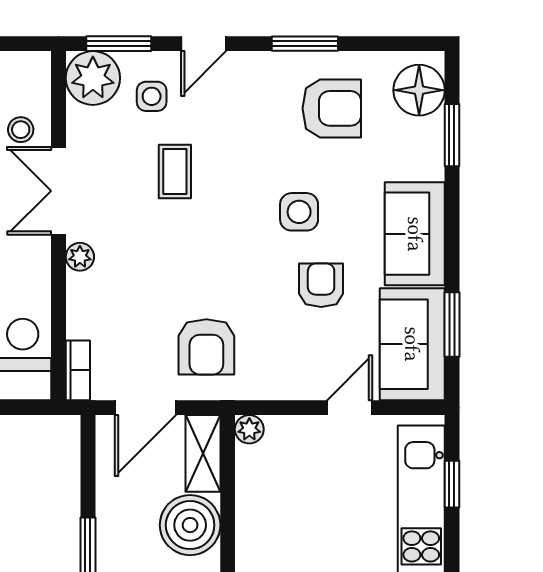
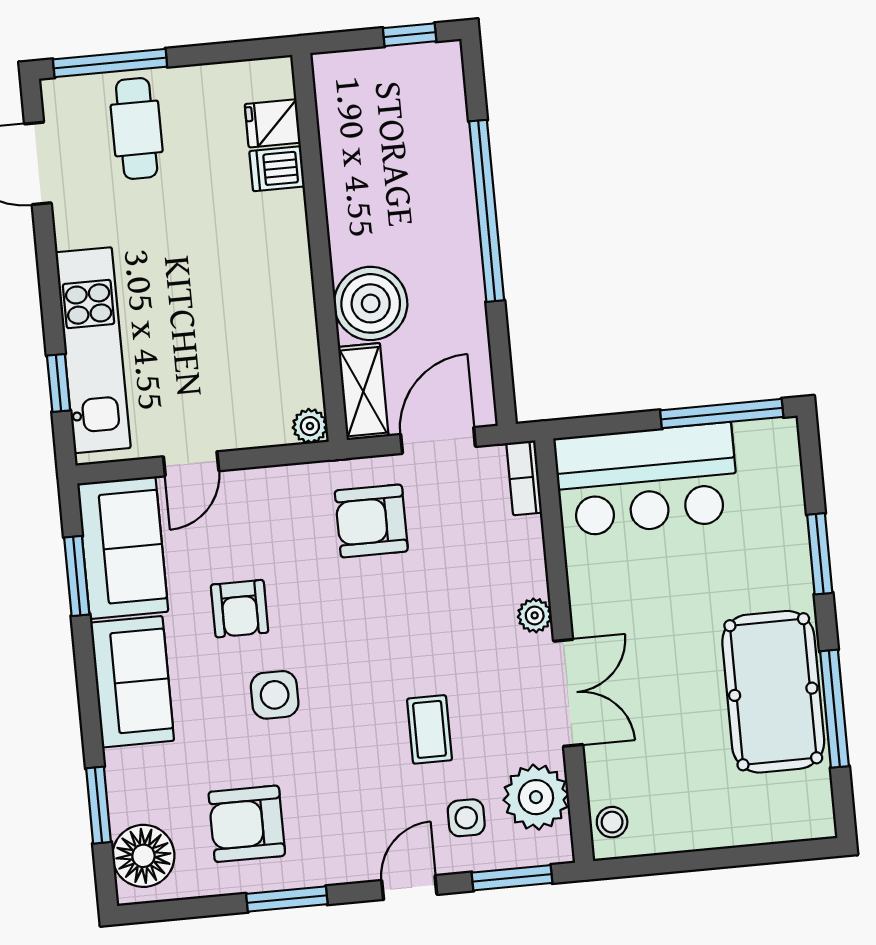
plant: (93, 78) -> (536, 797), moved
stool: (21, 130) -> (612, 822), moved
armchair: (206, 347) -> (371, 521), turned -90

